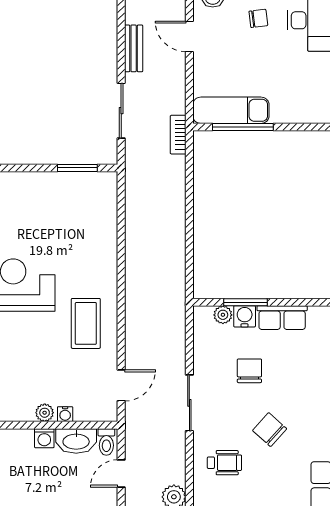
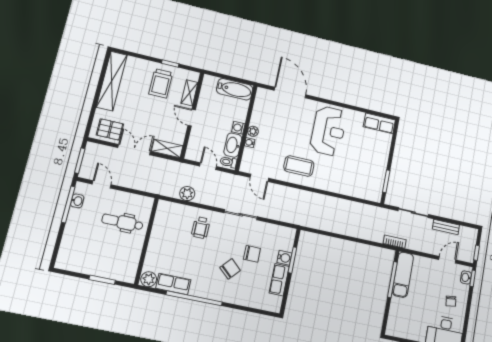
plant: (223, 315) -> (288, 245), removed
chair: (270, 430) -> (230, 269), moved

